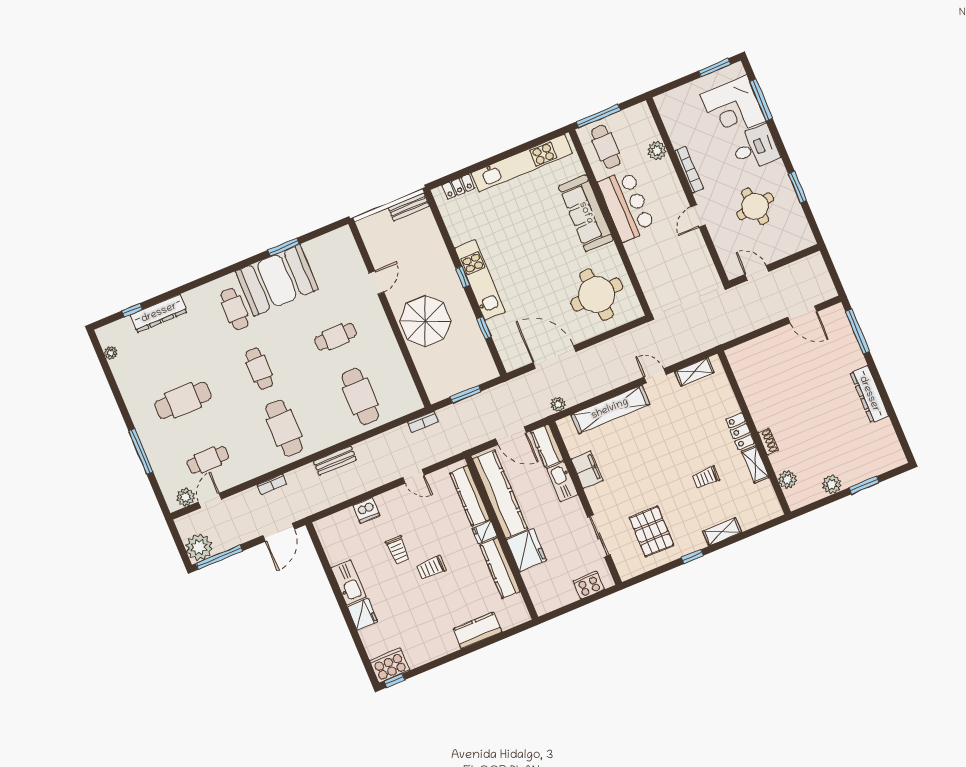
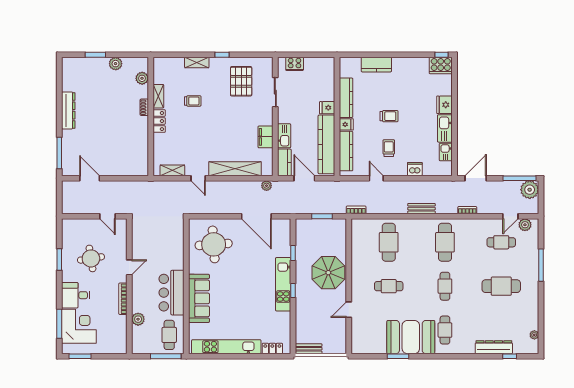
trolley: (398, 550) -> (389, 148), moved
fridge: (526, 550) -> (327, 108), width x0.53, depth x0.75
kitchen sink: (334, 551) -> (446, 152), added

